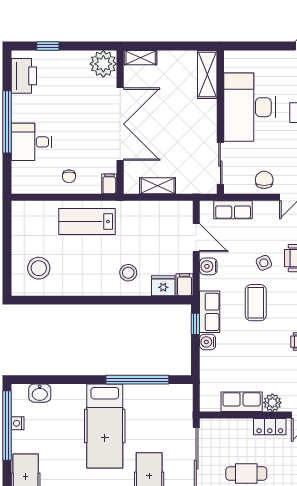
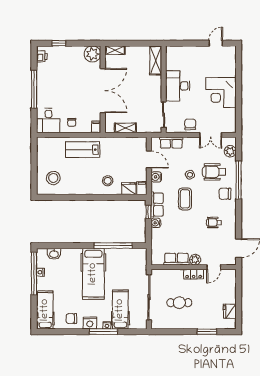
printer: (24, 76) -> (42, 56), width x0.53, depth x0.68
desk: (249, 107) -> (178, 86), width x0.73, depth x0.77
desk: (31, 142) -> (48, 121), moved, turned -90

